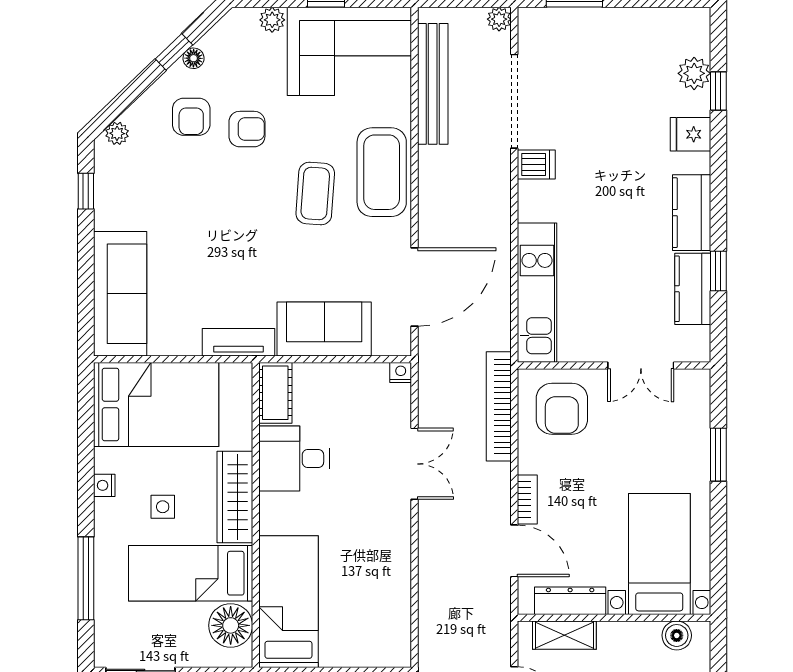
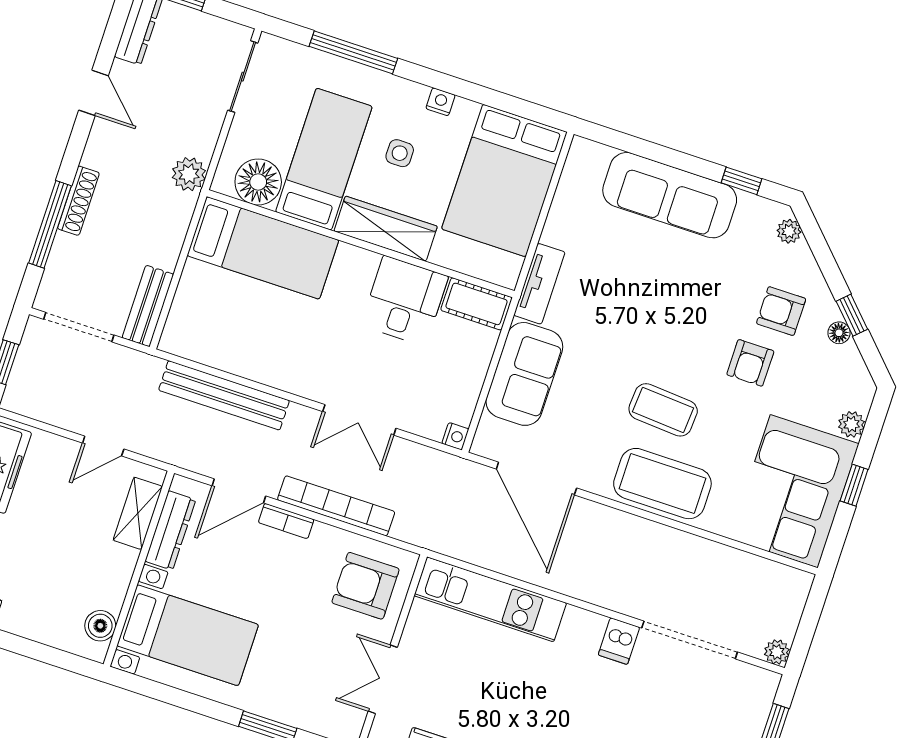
bench: (433, 84) -> (224, 395), moved
sofa: (120, 294) -> (670, 195), moved
bookcase: (499, 406) -> (336, 506), moved

